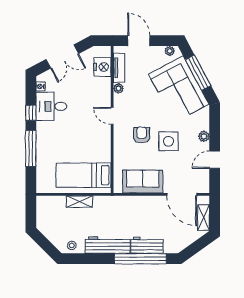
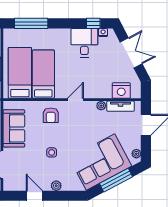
double door: (62, 56) -> (131, 53), swing flipped
window: (31, 113) -> (93, 23), moved
armchair: (142, 135) -> (51, 115), moved, turned 90
side table: (168, 141) -> (52, 152), width x0.54, depth x0.54
window: (31, 148) -> (31, 23), moved
bed: (85, 150) -> (43, 74), added

